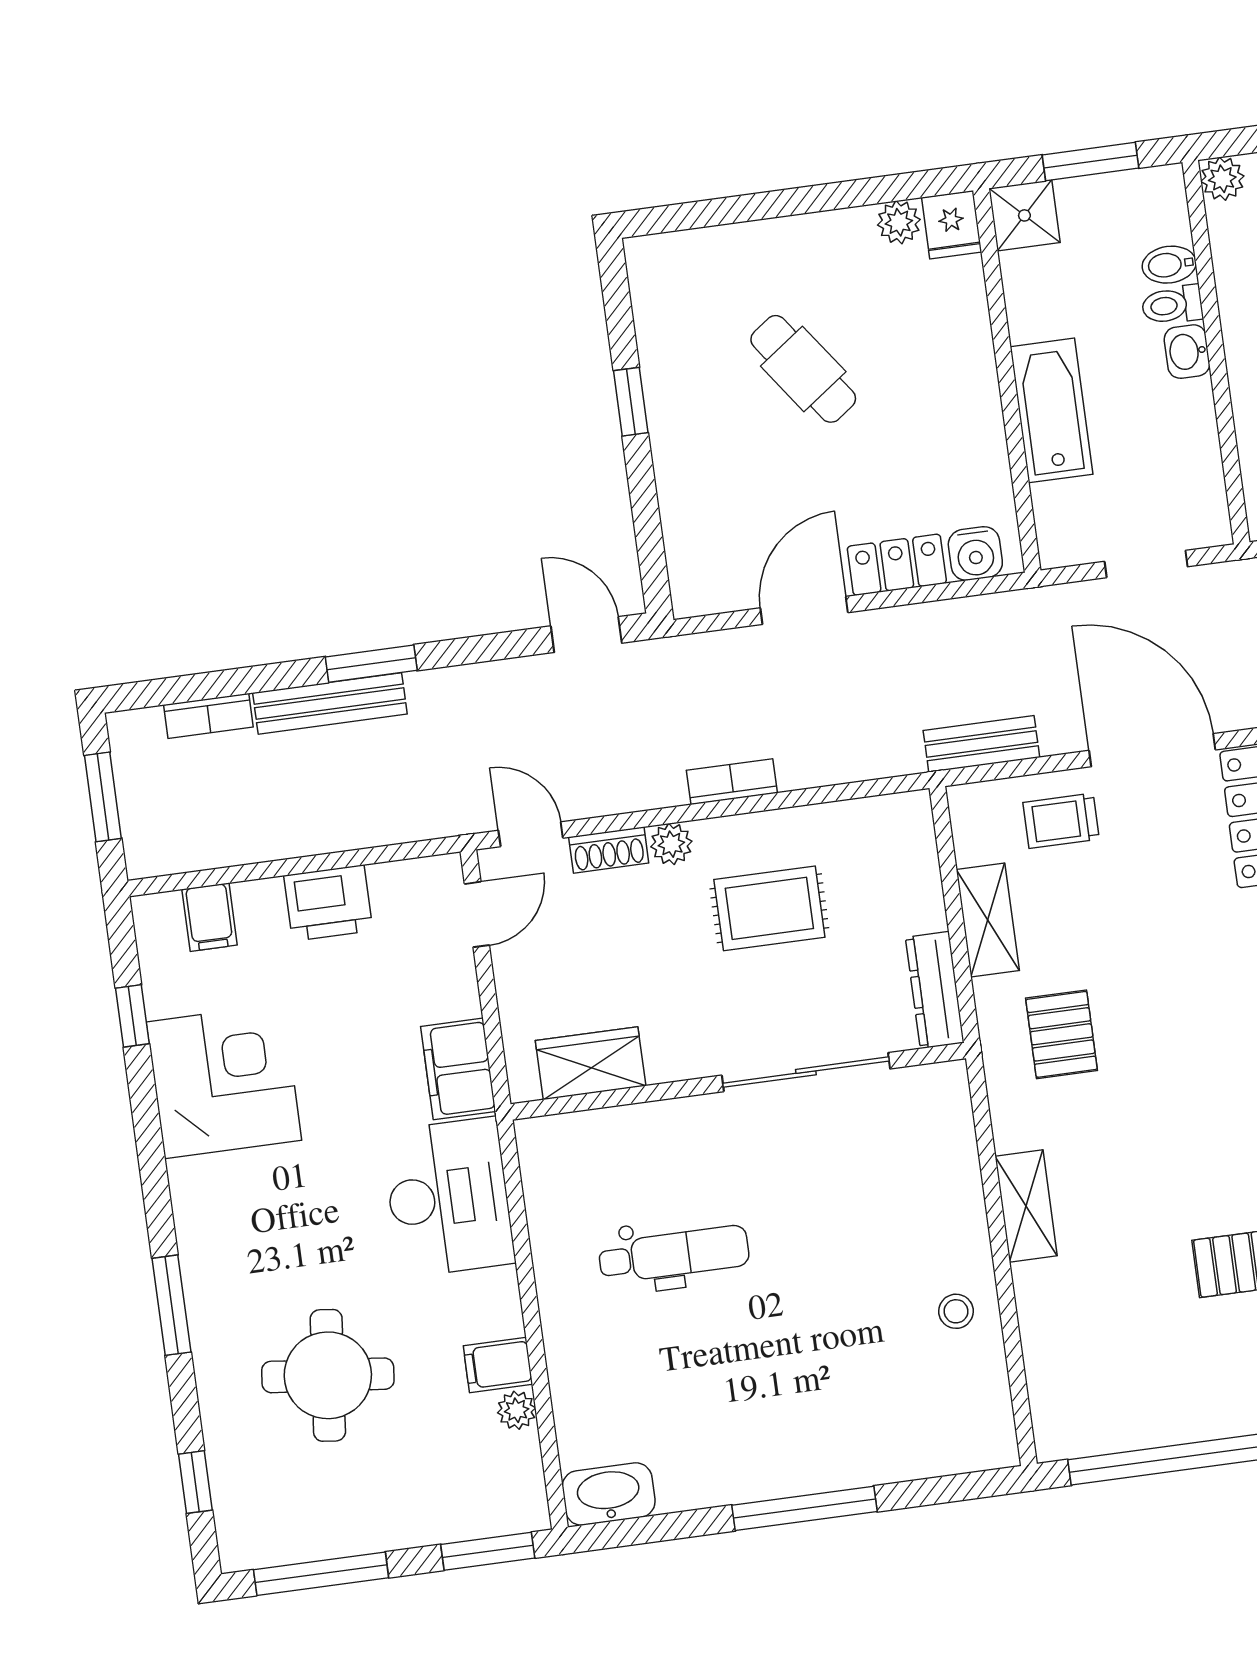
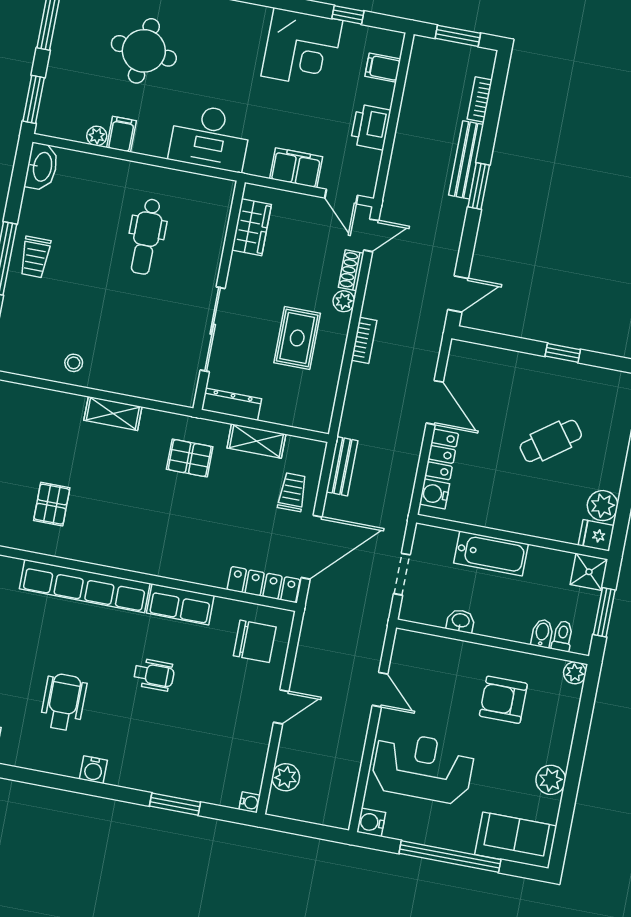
plant: (899, 222) -> (603, 506), width x1.38, depth x1.38
toilet: (1172, 305) -> (562, 636), moved
washbasin: (1187, 352) -> (461, 621), moved
filing cabinet: (458, 1069) -> (296, 168), moved
trolley: (782, 1450) -> (35, 257), added

